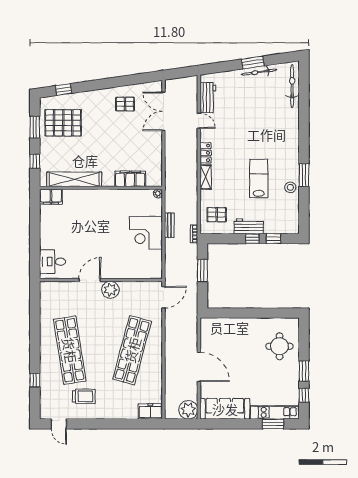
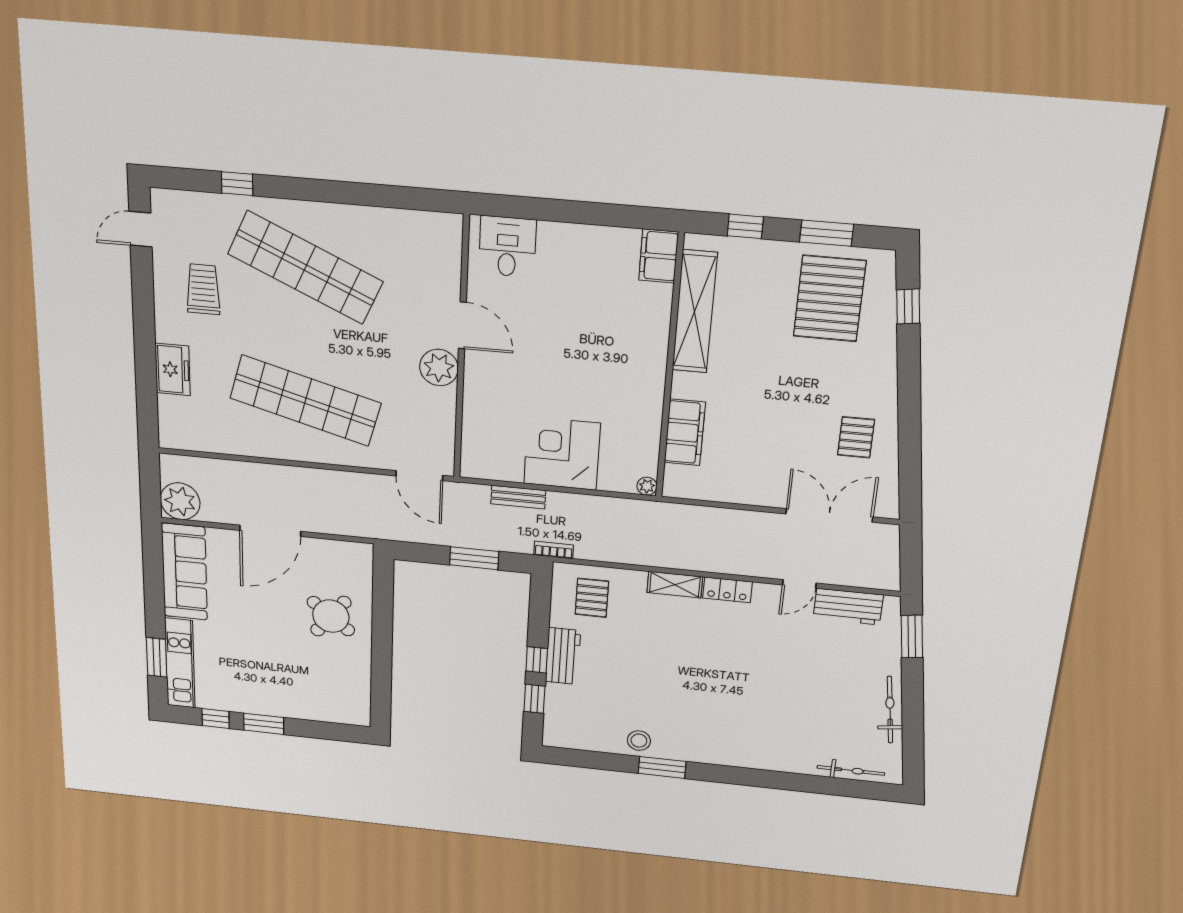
window: (253, 62) -> (912, 637), moved
bicycle: (292, 86) -> (851, 770), width x0.73, depth x0.71
lab bench: (259, 179) -> (662, 685), removed
bench: (169, 225) -> (518, 497), moved
round table: (279, 346) -> (331, 616), moved, turned 38
shop shelf: (70, 350) -> (305, 268), turned 33
trolley: (84, 396) -> (203, 289), turned 180
freezer: (150, 411) -> (173, 369), moved

